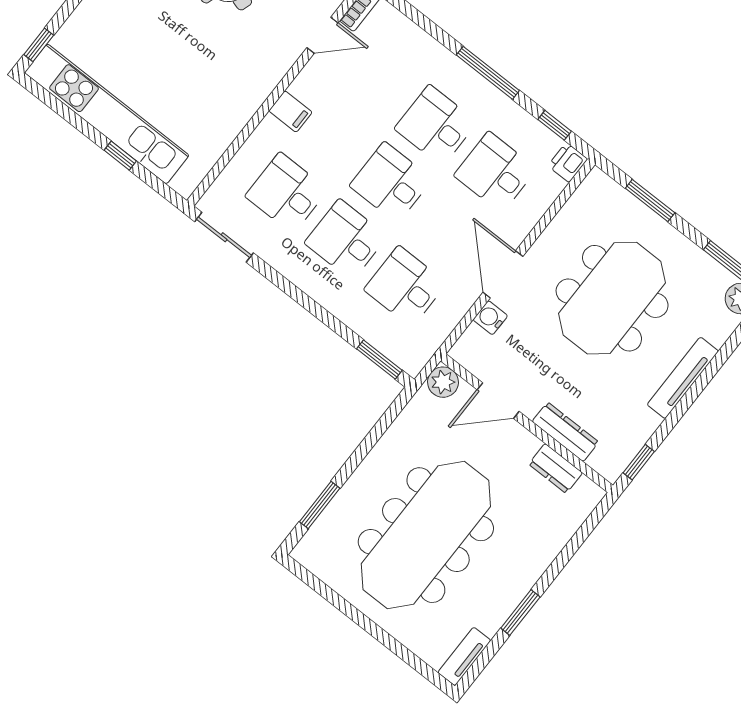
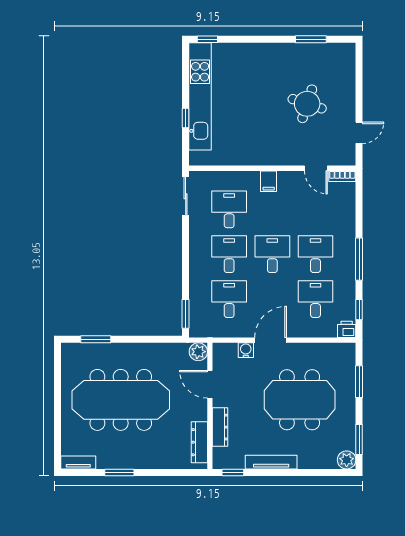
tv unit: (683, 378) -> (271, 462), moved
dresser: (556, 468) -> (199, 442), width x1.44

